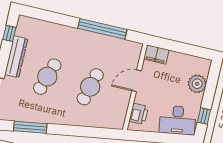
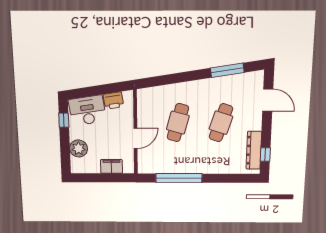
filing cabinet: (156, 54) -> (112, 166), moved
dresser: (16, 57) -> (254, 150), moved
printer: (139, 114) -> (113, 101), moved, turned -99

